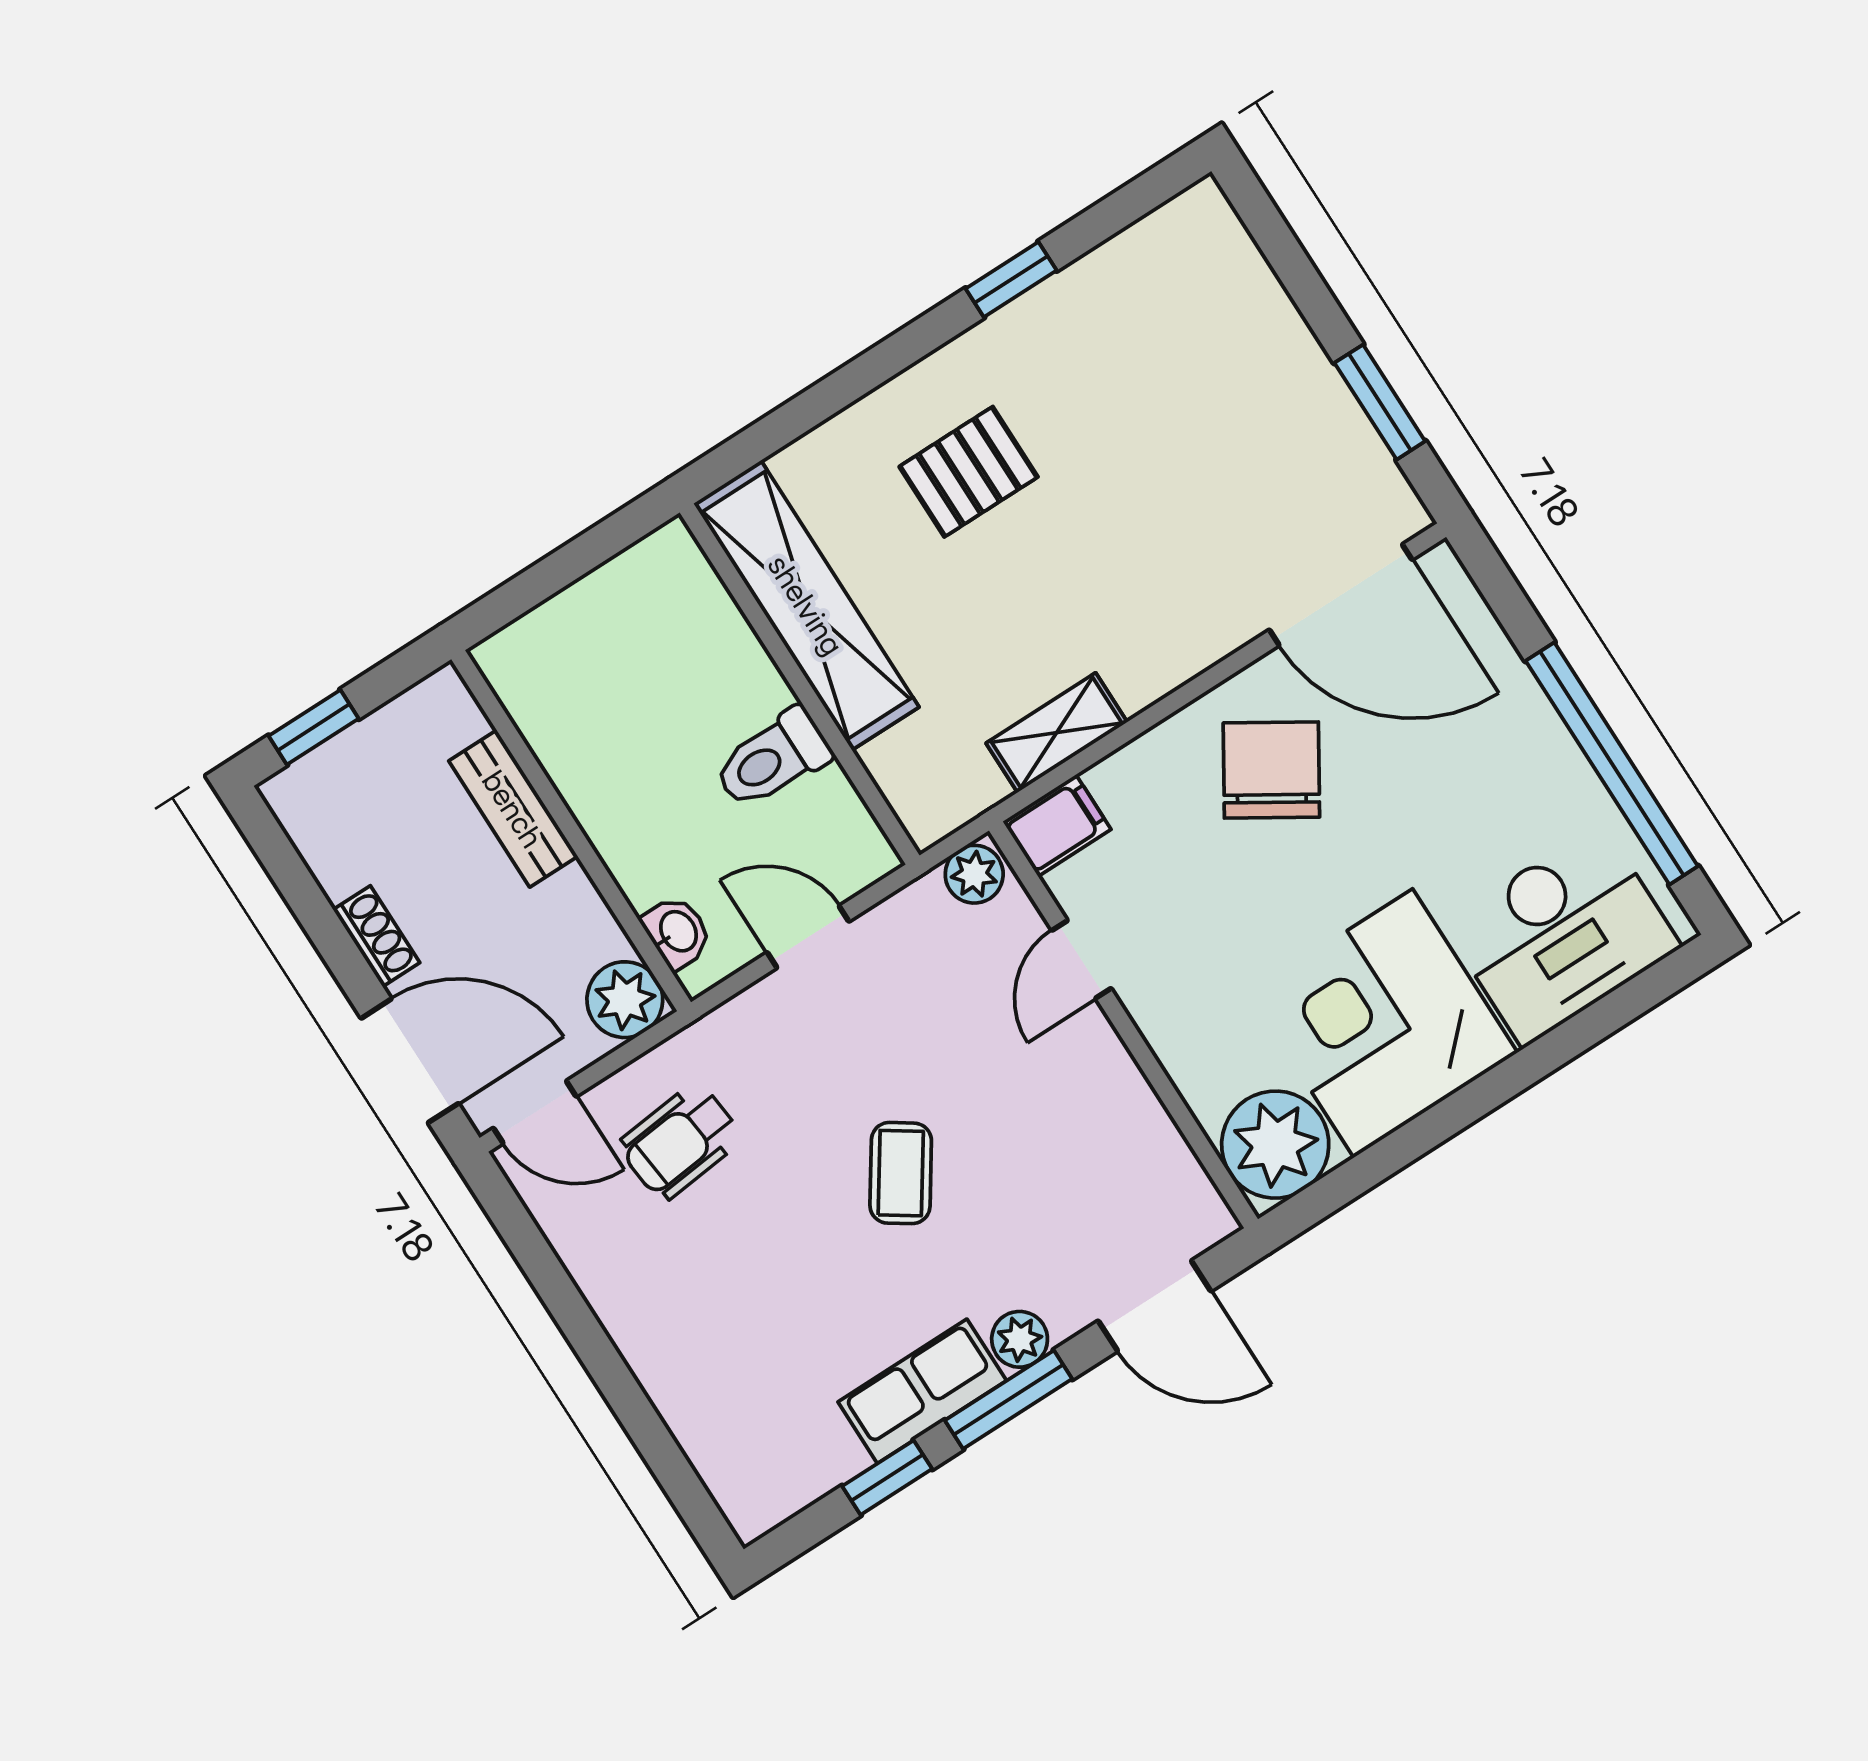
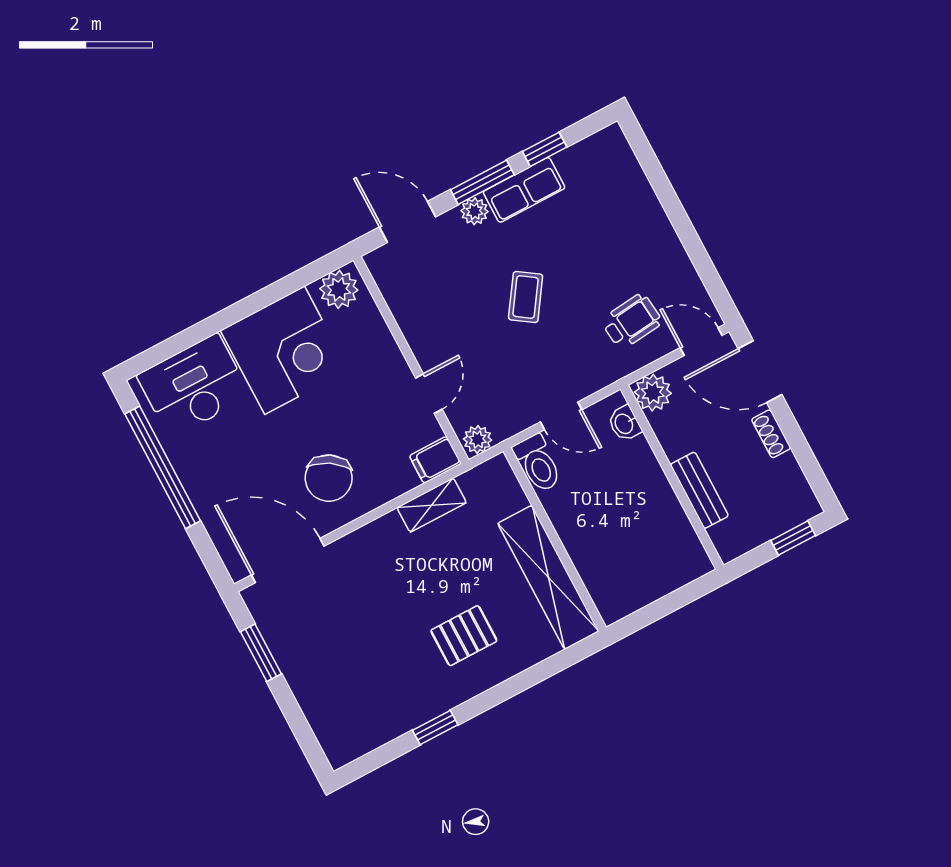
toilet: (772, 759) -> (538, 463), moved, turned 90
plant: (1275, 1145) -> (339, 289), width x0.73, depth x0.73

